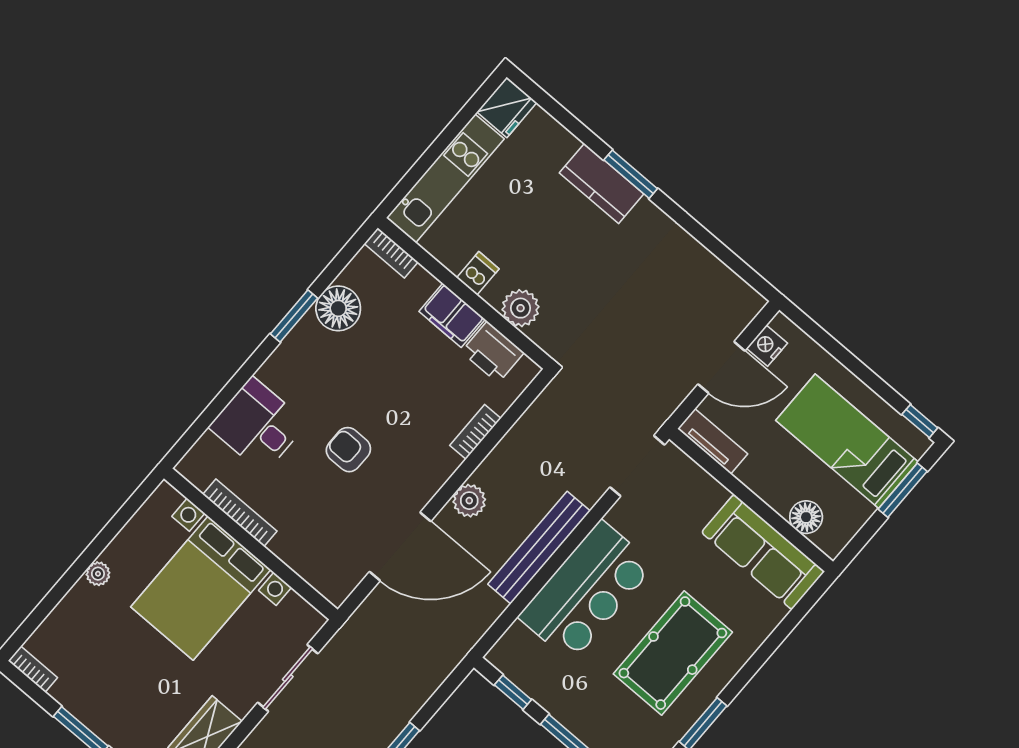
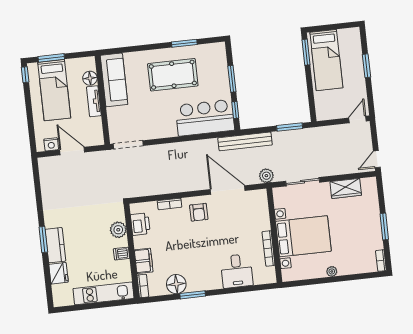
fridge: (507, 107) -> (59, 273), moved, turned 90
filing cabinet: (452, 315) -> (144, 261), moved
tv unit: (713, 441) -> (94, 101), moved
armchair: (348, 450) -> (199, 212), moved
plant: (469, 501) -> (266, 176), moved
bench: (539, 548) -> (245, 141), moved
bar counter: (586, 591) -> (205, 118), moved

